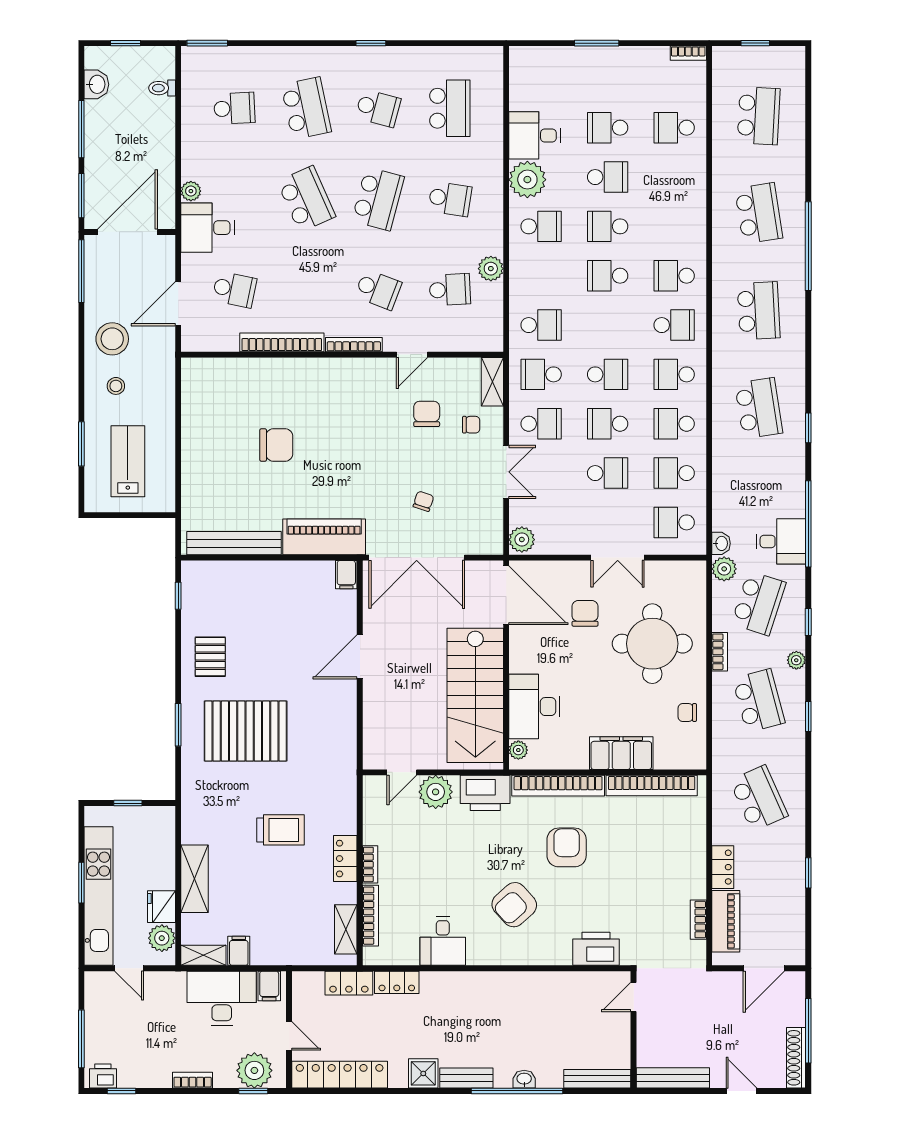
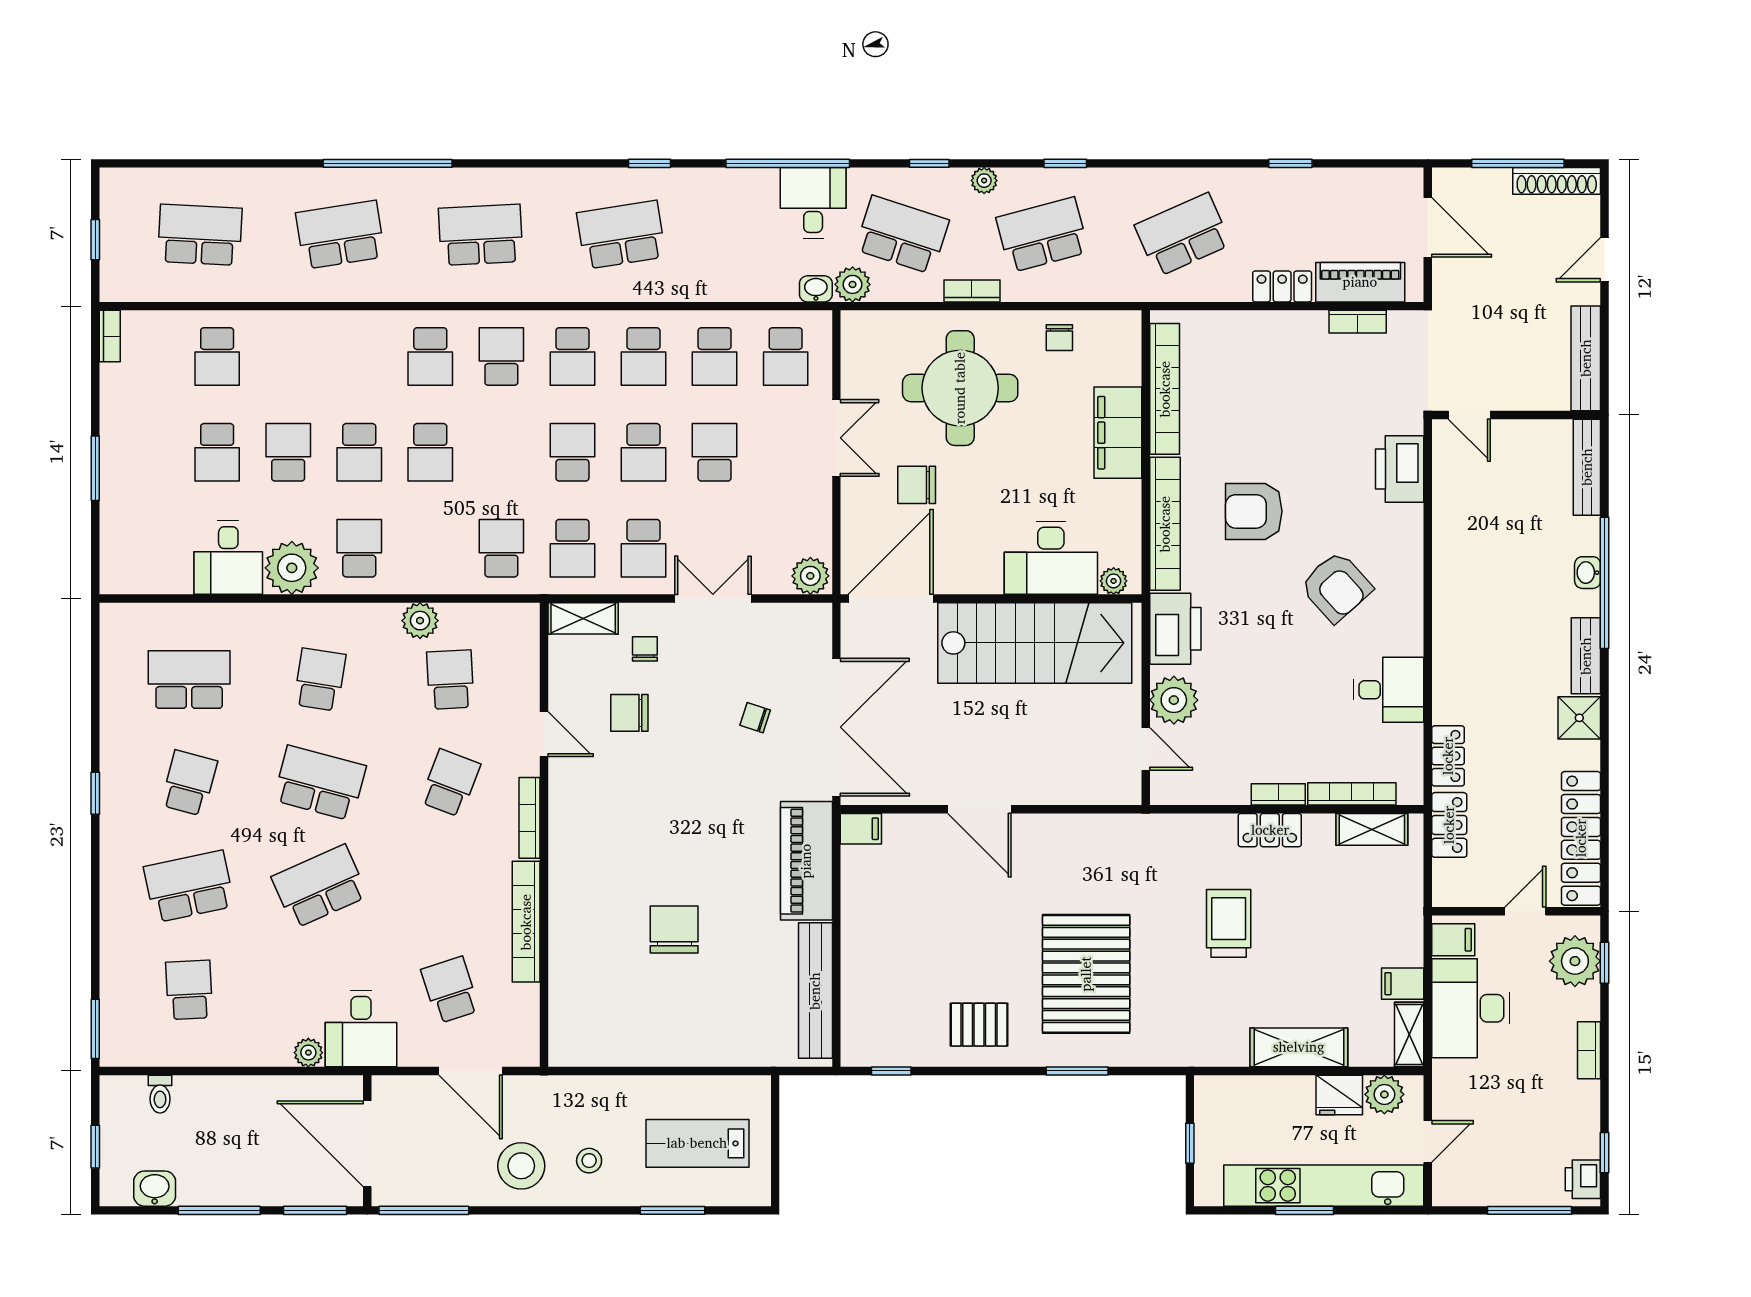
school desk: (234, 290) -> (450, 990), turned -30
school desk: (541, 424) -> (644, 548), turned 180

